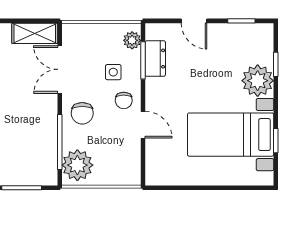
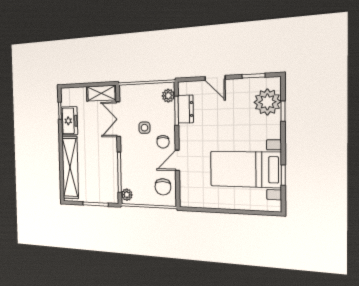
side table: (113, 72) -> (144, 128), moved
plant: (258, 81) -> (267, 102), moved
chair: (82, 113) -> (163, 187), moved
door: (143, 125) -> (177, 160), swing flipped
plant: (77, 165) -> (127, 195), width x0.53, depth x0.53

